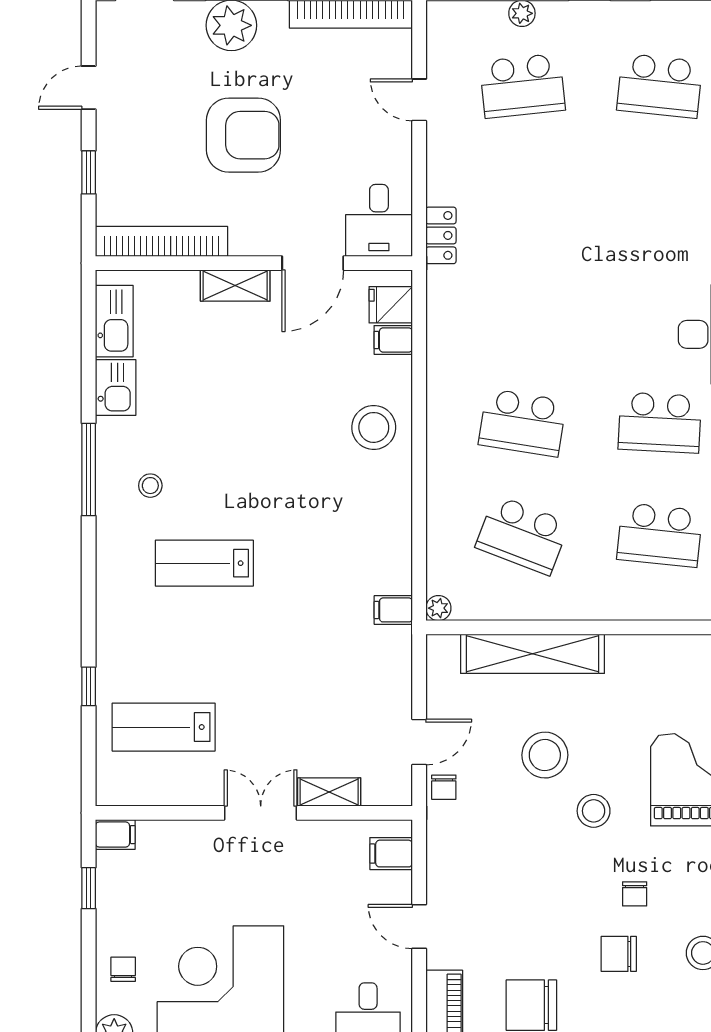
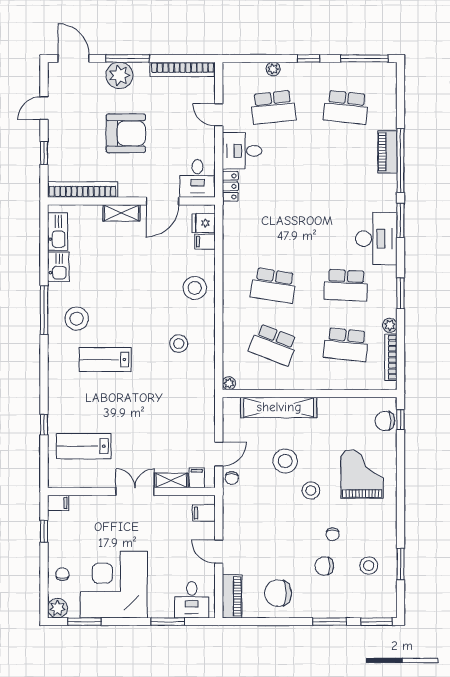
desk: (463, 168) -> (242, 151), added
stool: (150, 486) -> (77, 319), width x1.89, depth x1.89
stool: (344, 533) -> (179, 344), added
filing cabinet: (393, 610) -> (197, 478), moved, turned 90

